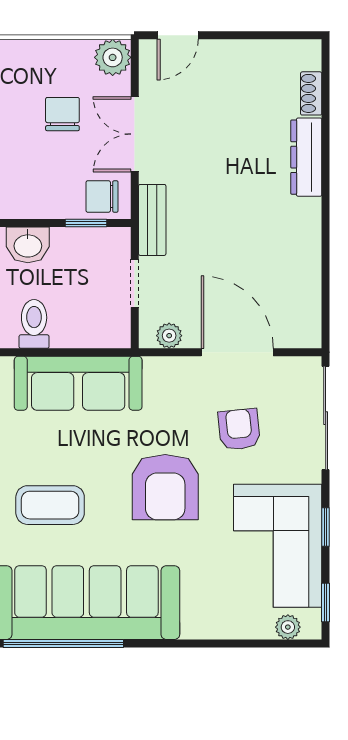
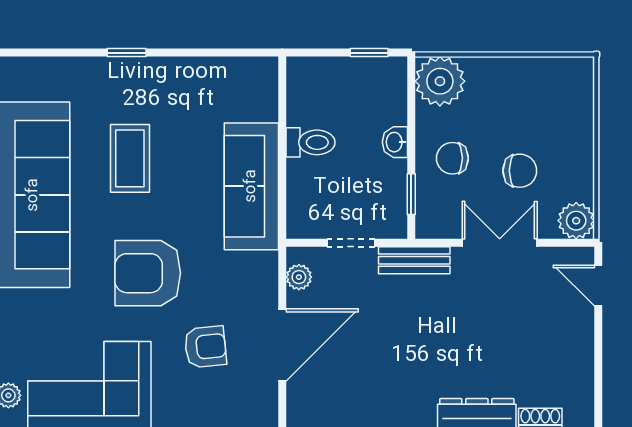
chair: (102, 196) -> (452, 158), moved, turned -90
washbasin: (28, 245) -> (395, 142), width x0.72, depth x0.69

